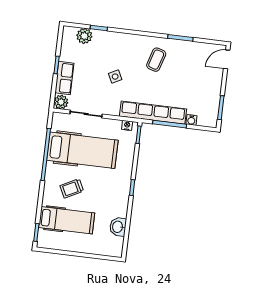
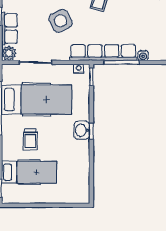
side table: (115, 77) -> (61, 21), width x1.87, depth x1.87
trolley: (72, 188) -> (30, 139), turned -63
washbasin: (118, 227) -> (82, 130), moved

